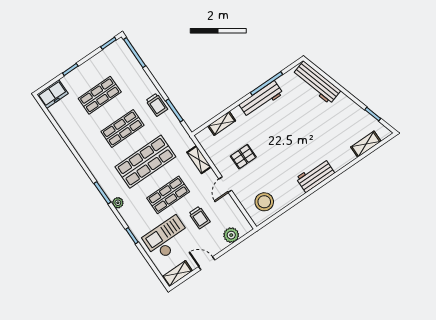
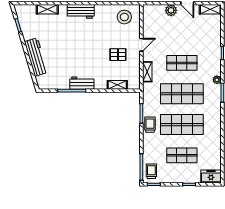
workbench: (317, 83) -> (36, 57), moved
workbench: (261, 99) -> (82, 83), width x0.73
shop shelf: (122, 128) -> (182, 125), width x1.43, depth x1.36
shelving: (366, 144) -> (47, 9), moved
trolley: (199, 217) -> (151, 171), moved
plant: (231, 235) -> (171, 10), moved
checkout: (167, 238) -> (201, 36), removed

